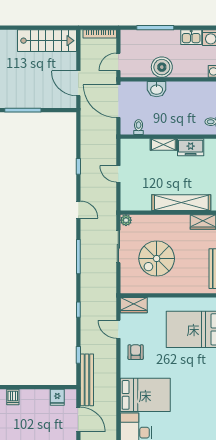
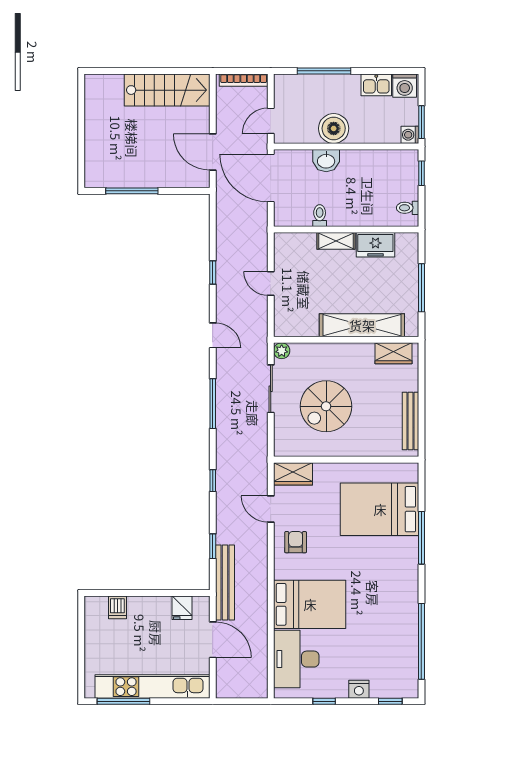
toilet: (139, 127) -> (320, 216), moved

